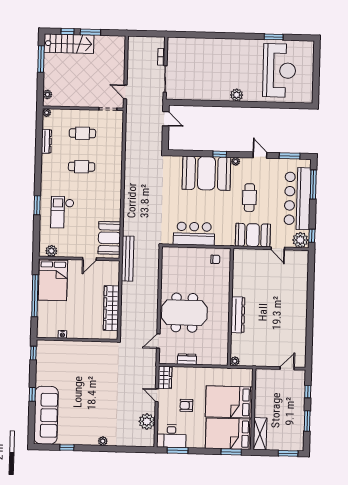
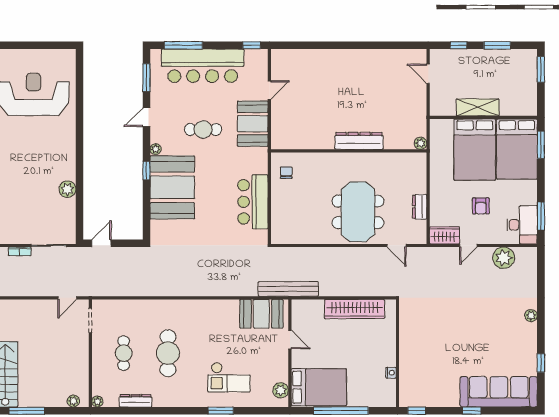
plant: (237, 95) -> (67, 189), moved
cafe table: (82, 167) -> (168, 353), width x1.37, depth x1.35
plant: (300, 240) -> (258, 61), removed
shelving: (260, 434) -> (478, 107), moved

